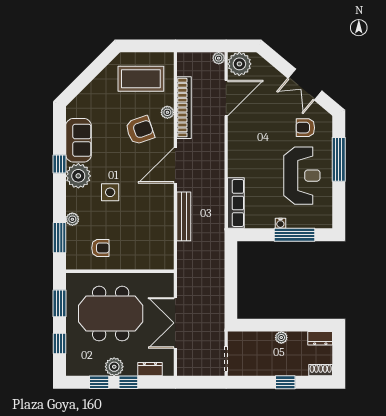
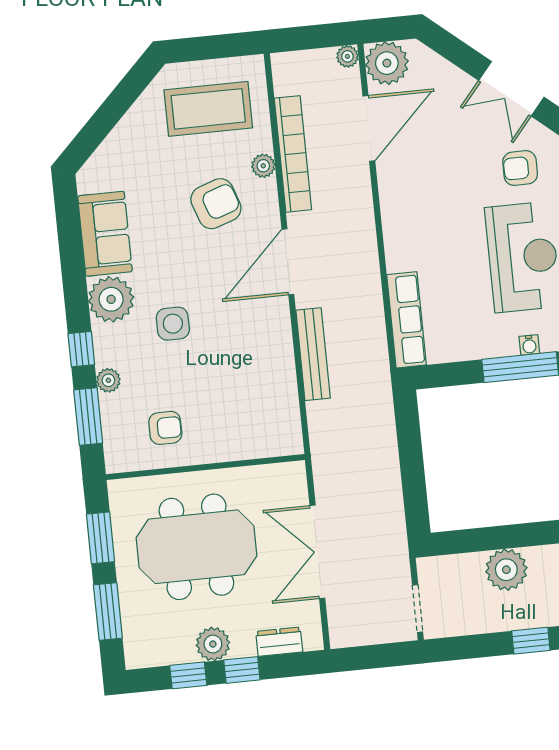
window: (60, 164) -> (81, 349), moved
water cooler: (280, 223) -> (529, 345), moved
plant: (281, 338) -> (506, 570), width x1.88, depth x1.88
window: (60, 344) -> (108, 611), width x1.50

